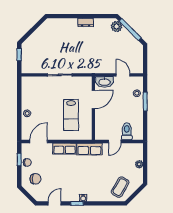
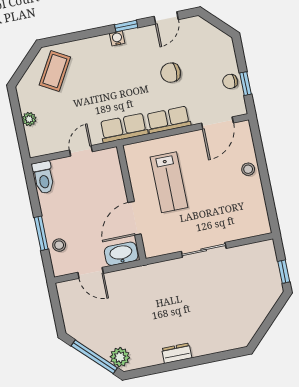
lab bench: (71, 115) -> (169, 182), turned 180
toilet: (127, 131) -> (43, 177), moved
chair: (36, 179) -> (171, 73), moved

